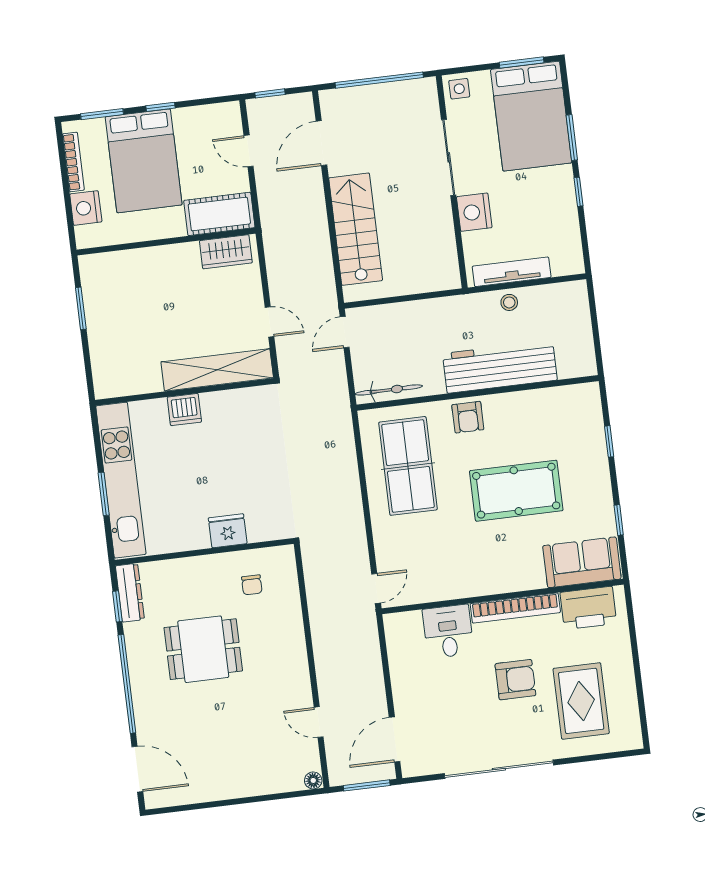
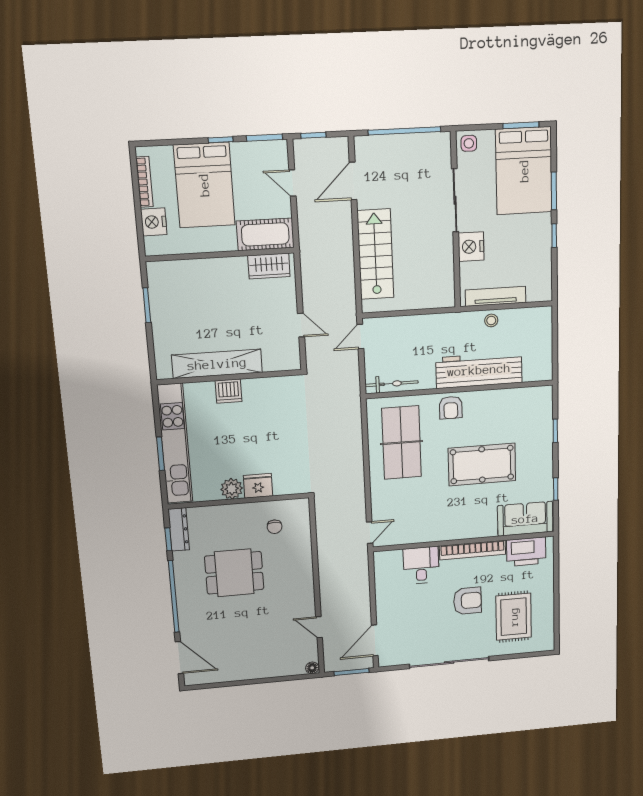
window: (102, 114) -> (264, 138), moved
shelving: (217, 370) -> (217, 364), moved
plant: (194, 536) -> (232, 489), added

